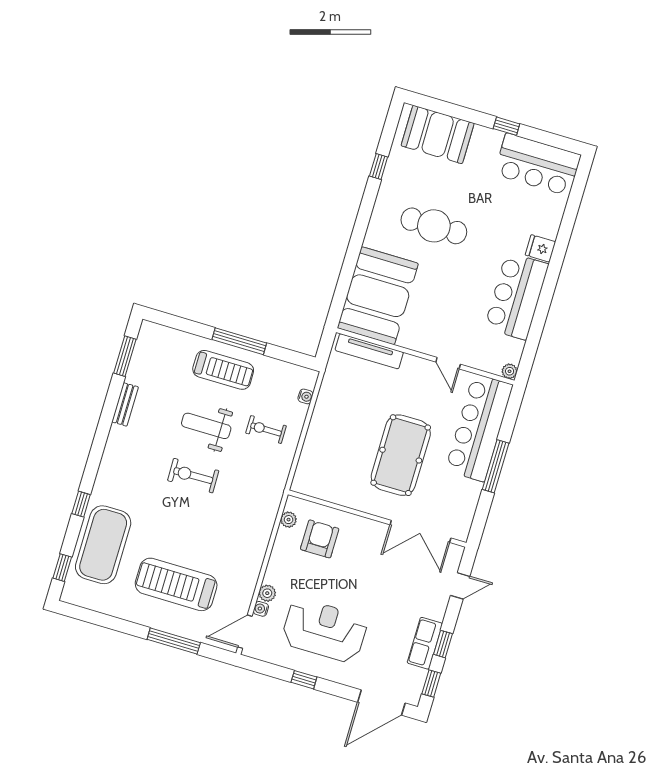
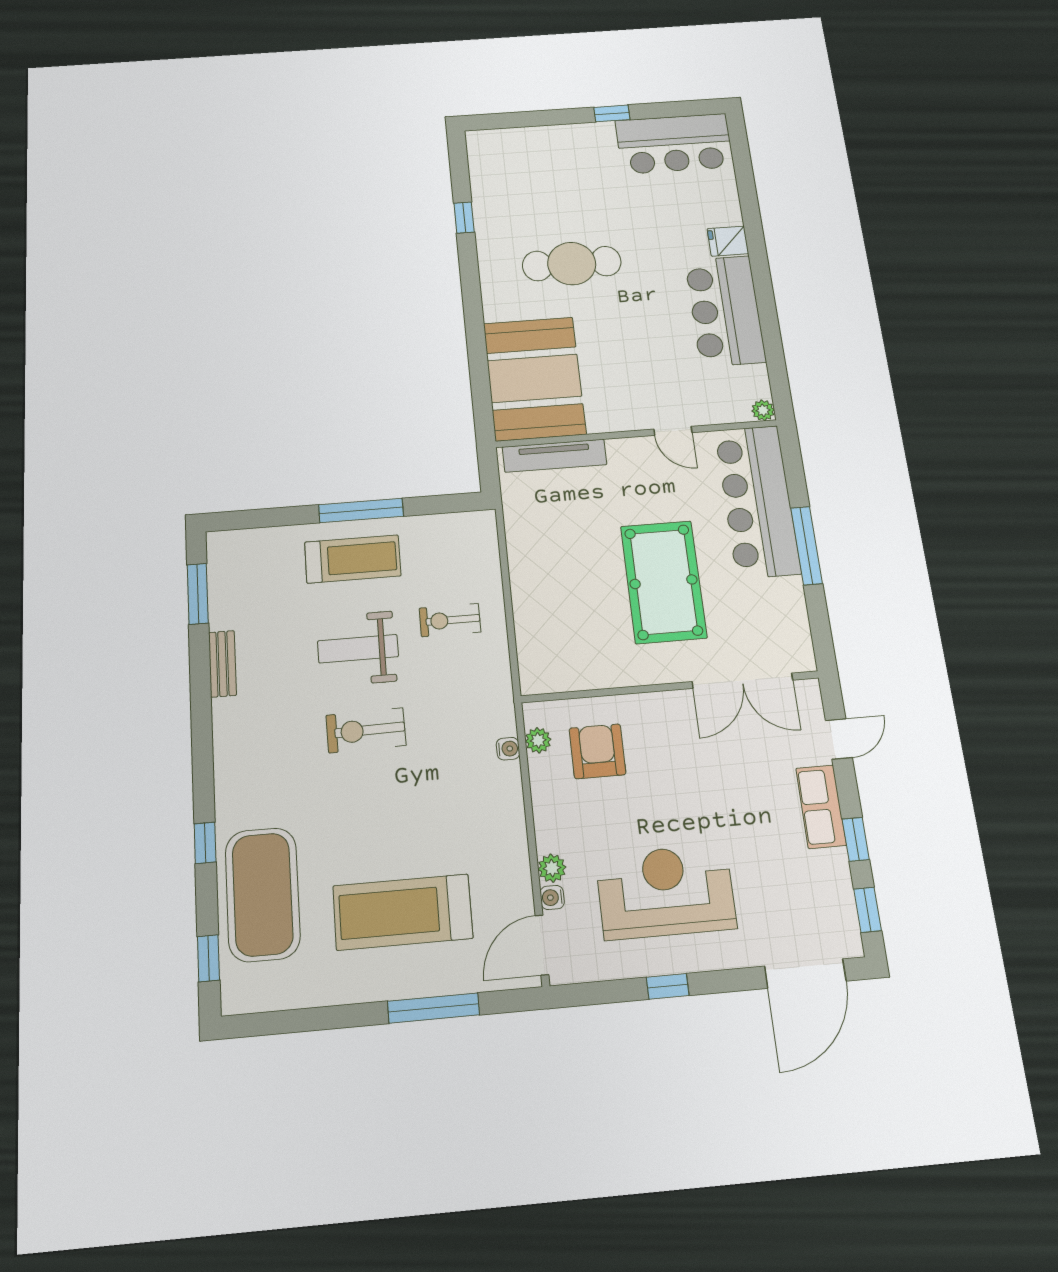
booth: (438, 134) -> (526, 153), removed
water cooler: (305, 396) -> (508, 749), moved
row of seats: (425, 643) -> (821, 807), moved

